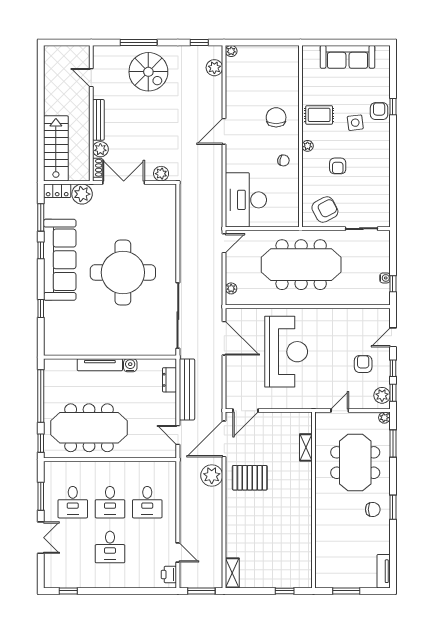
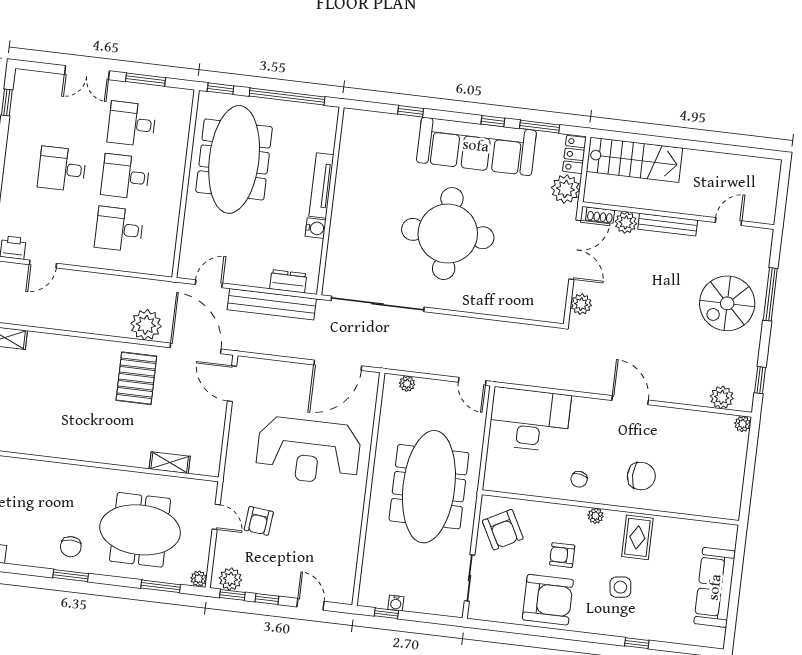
armchair: (379, 111) -> (548, 600), moved, width x1.88, depth x1.88
armchair: (363, 364) -> (259, 521), moved, turned 96

